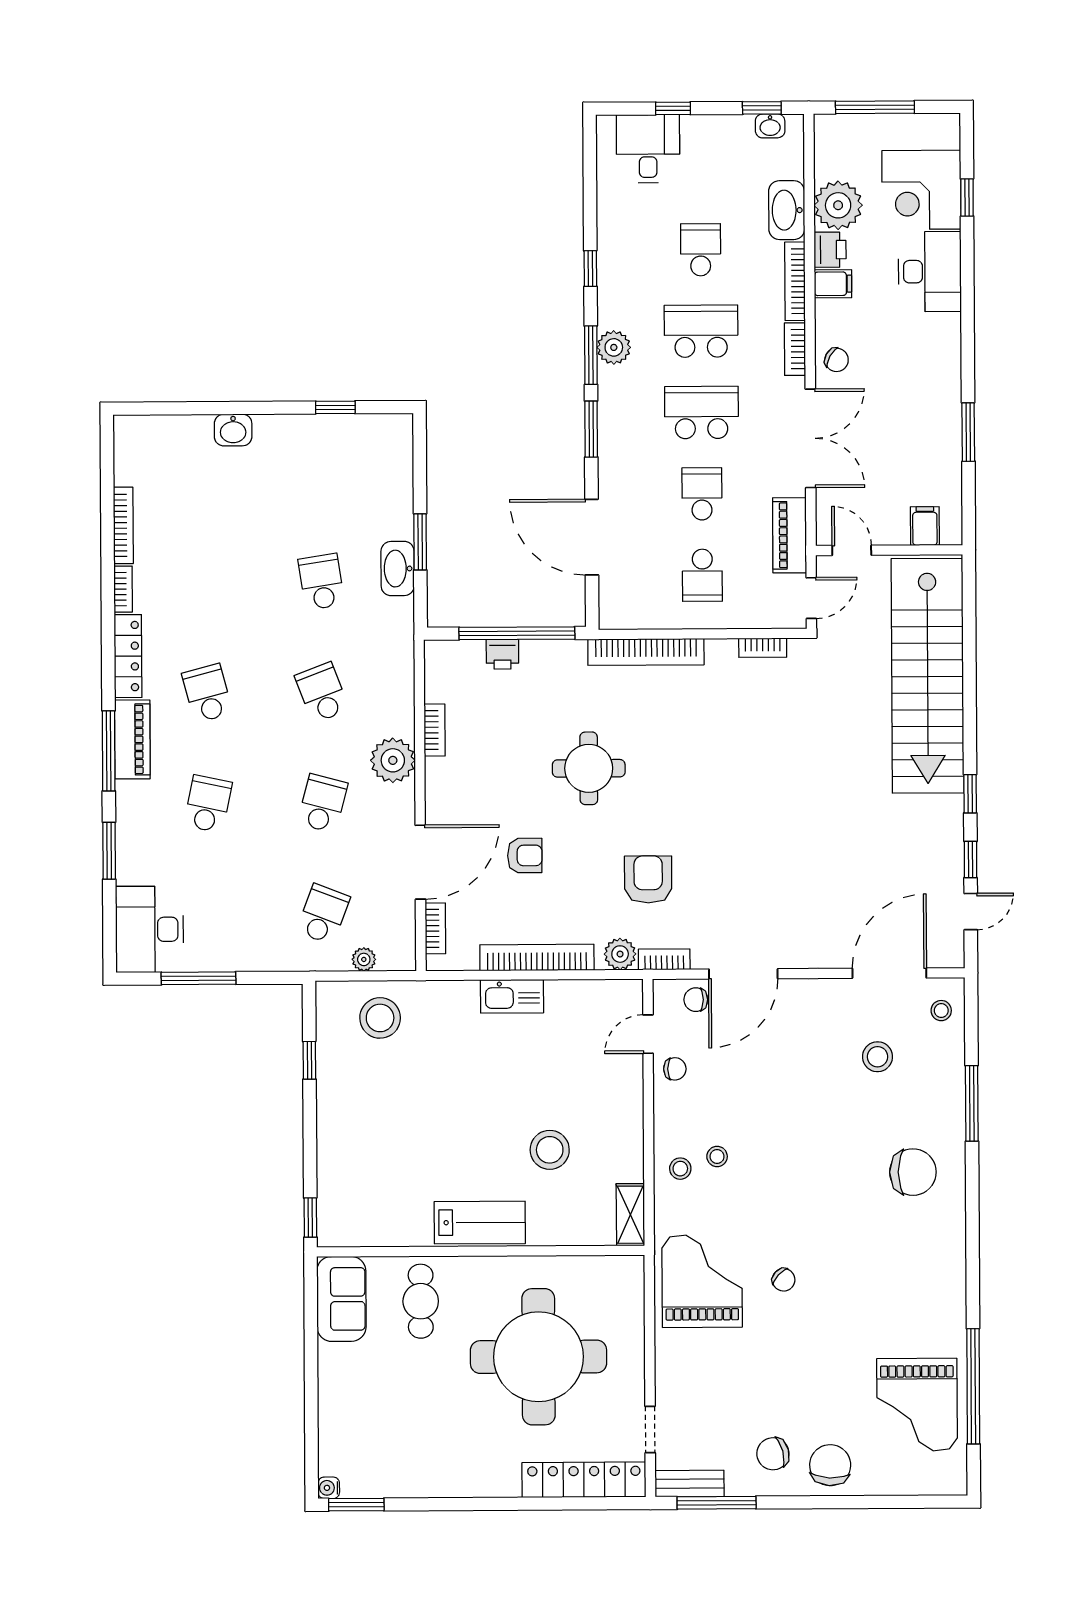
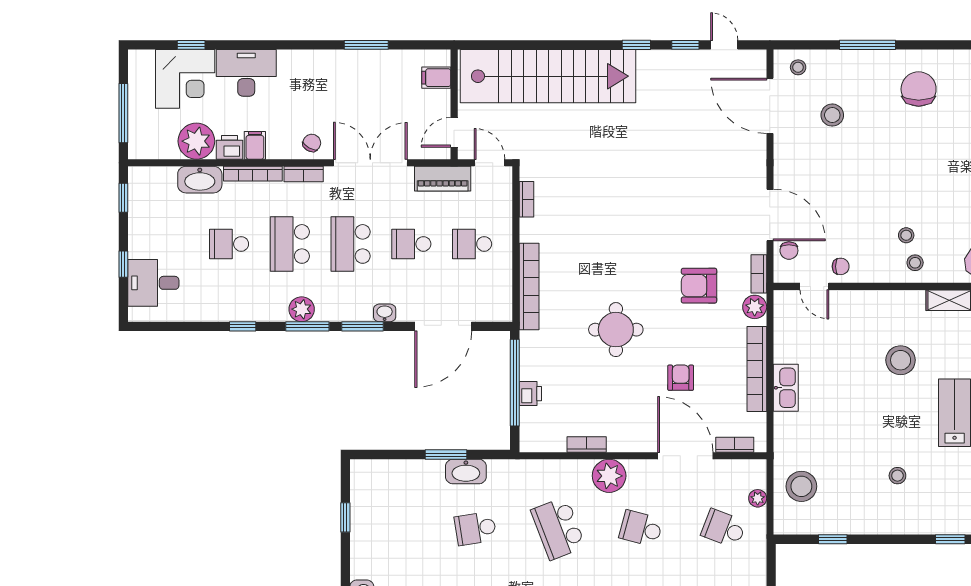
washbasin: (770, 126) -> (385, 313), moved, turned -90
school desk: (702, 575) -> (472, 244), turned 180
school desk: (322, 693) -> (558, 528), width x1.85
chair: (675, 1069) -> (841, 266), turned 90
stool: (395, 1146) -> (897, 476), added

